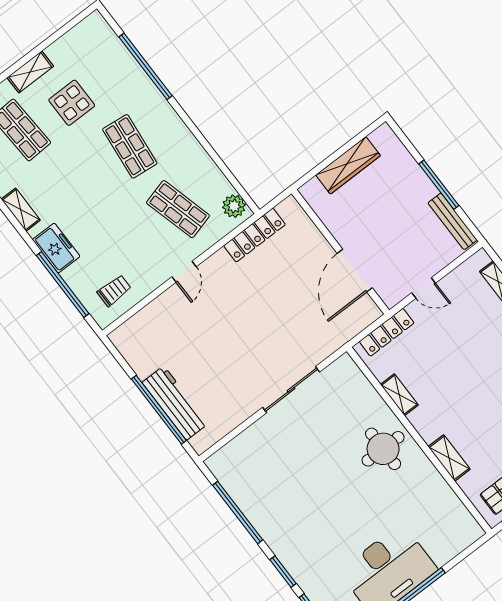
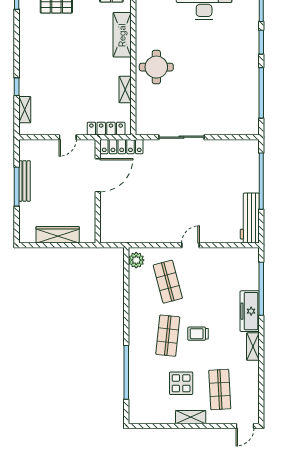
bench: (452, 221) -> (24, 181), moved
locker: (255, 235) -> (122, 147), moved, turned 180
freezer: (56, 248) -> (250, 311), width x1.40
door: (424, 288) -> (68, 137), swing flipped
trolley: (114, 291) -> (198, 334), moved
workbench: (175, 403) -> (250, 218), moved
shelving: (449, 458) -> (122, 35), width x1.50, depth x1.33

